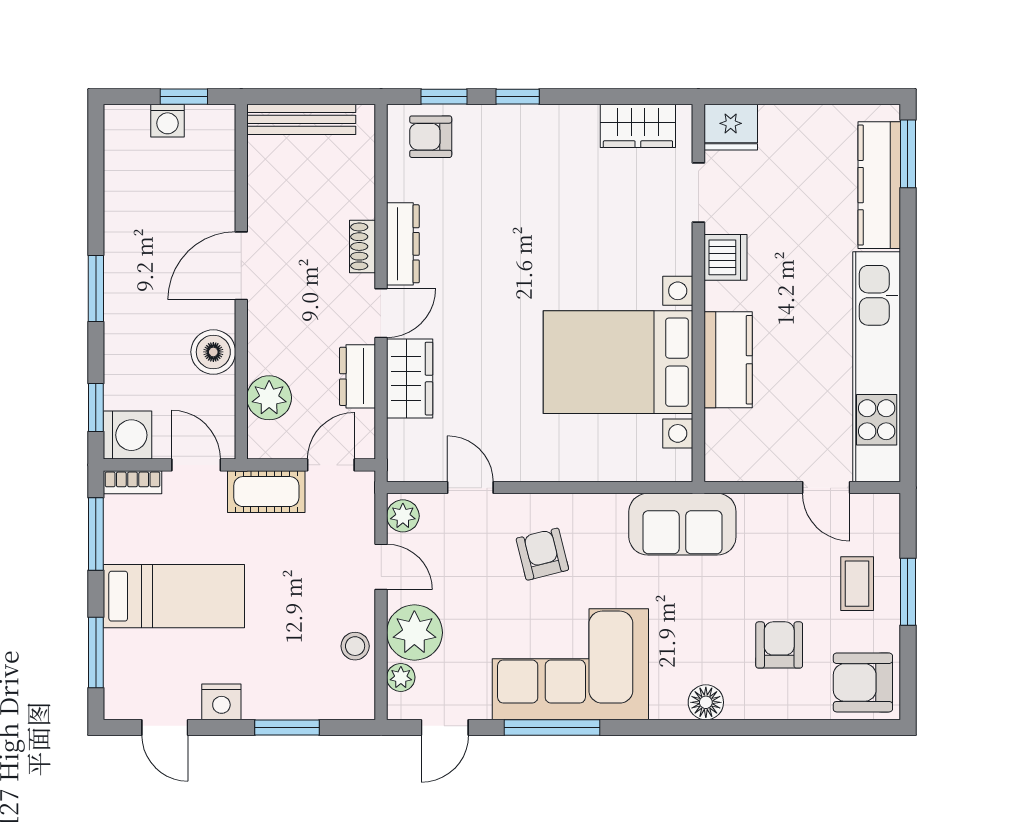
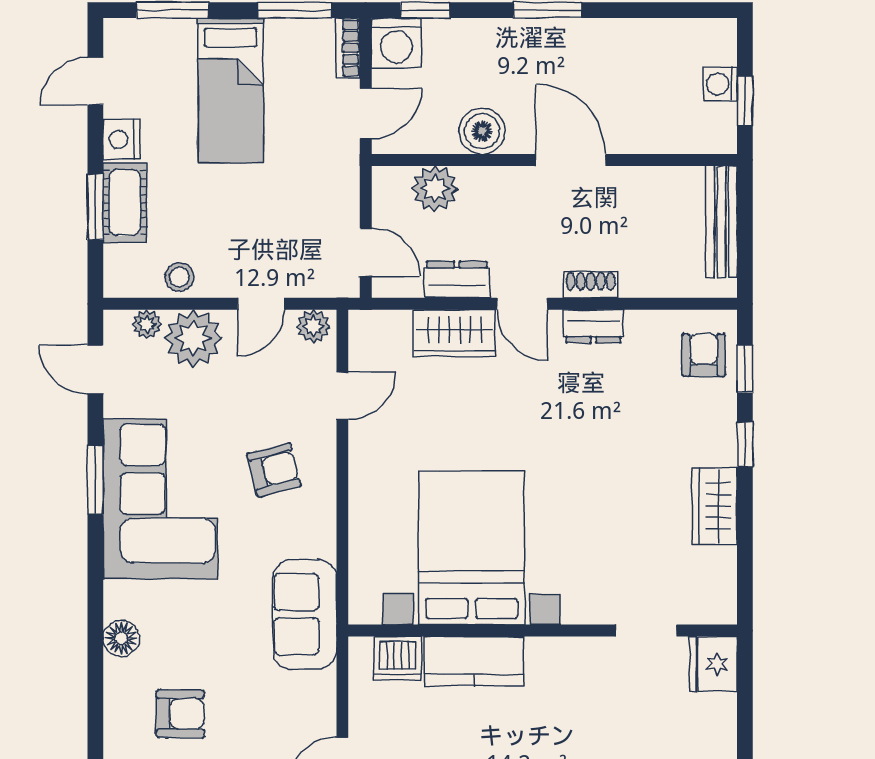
wardrobe: (638, 126) -> (715, 506), moved
dresser: (403, 244) -> (593, 326), width x0.70
dishwasher: (725, 257) -> (398, 658), moved
cot: (266, 492) -> (125, 203), moved
window: (552, 727) -> (95, 480), width x0.69

